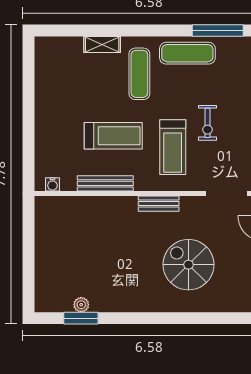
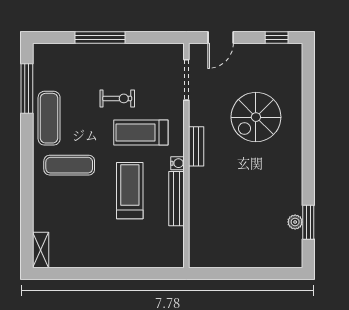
shelving: (102, 44) -> (41, 250), moved
treadmill: (173, 147) -> (141, 133), turned 180
water cooler: (52, 184) -> (177, 163), moved

